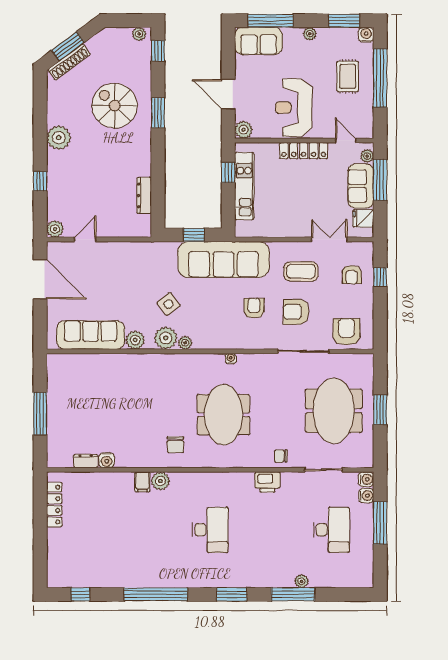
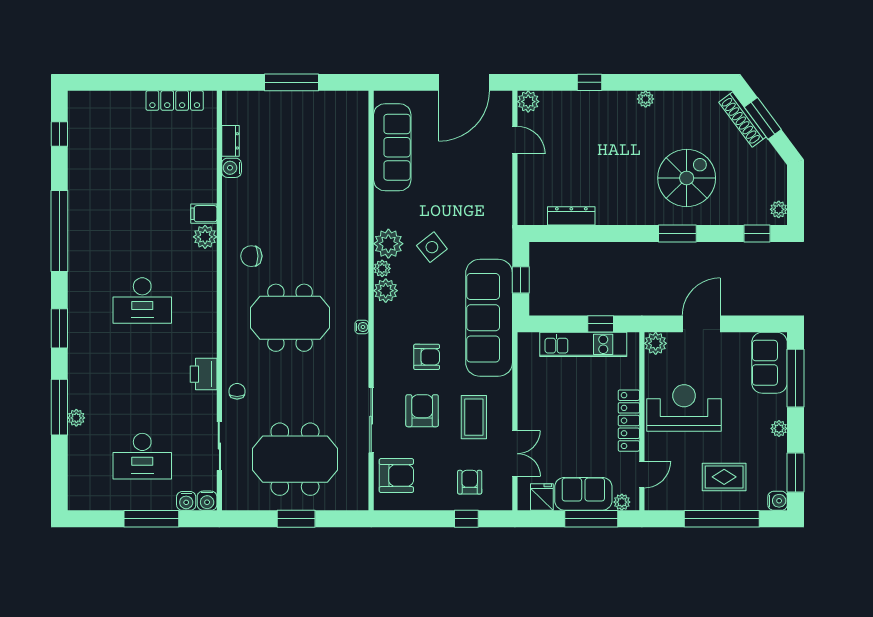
plant: (59, 138) -> (646, 99), width x0.53, depth x0.53
armchair: (352, 275) -> (470, 482), turned 90
plant: (135, 340) -> (386, 291), moved

